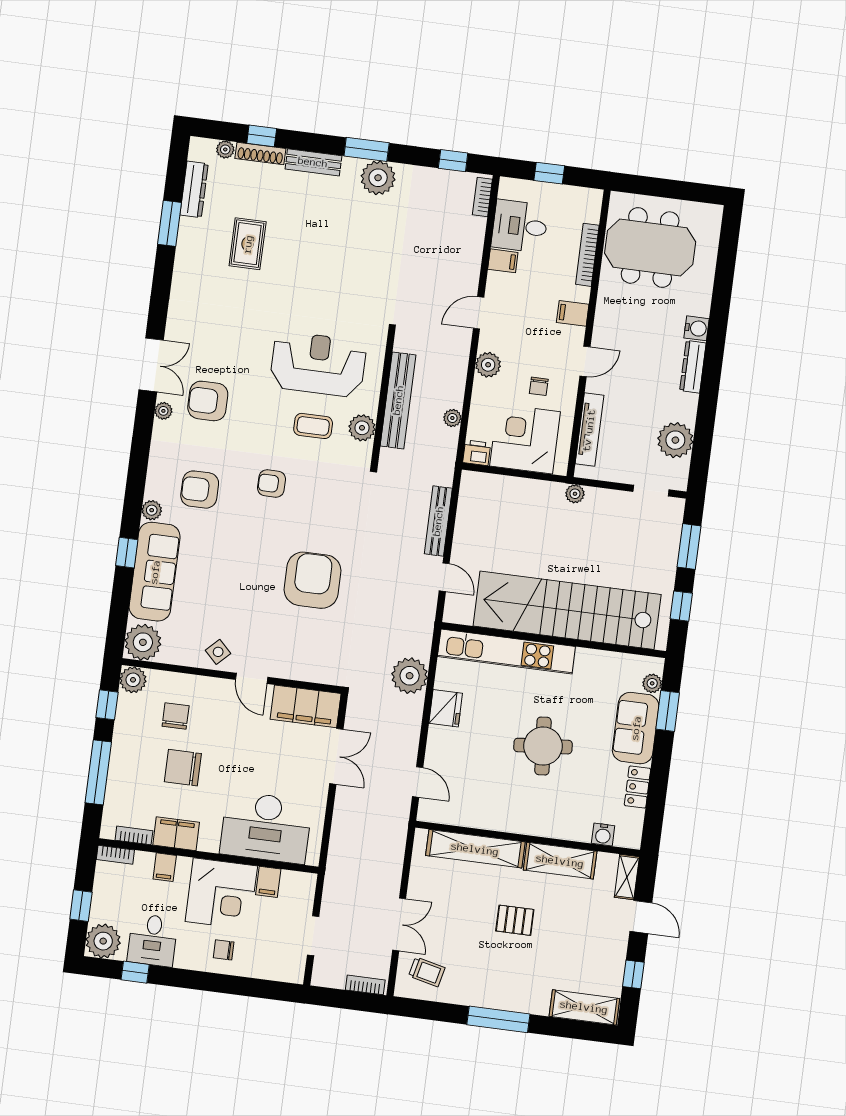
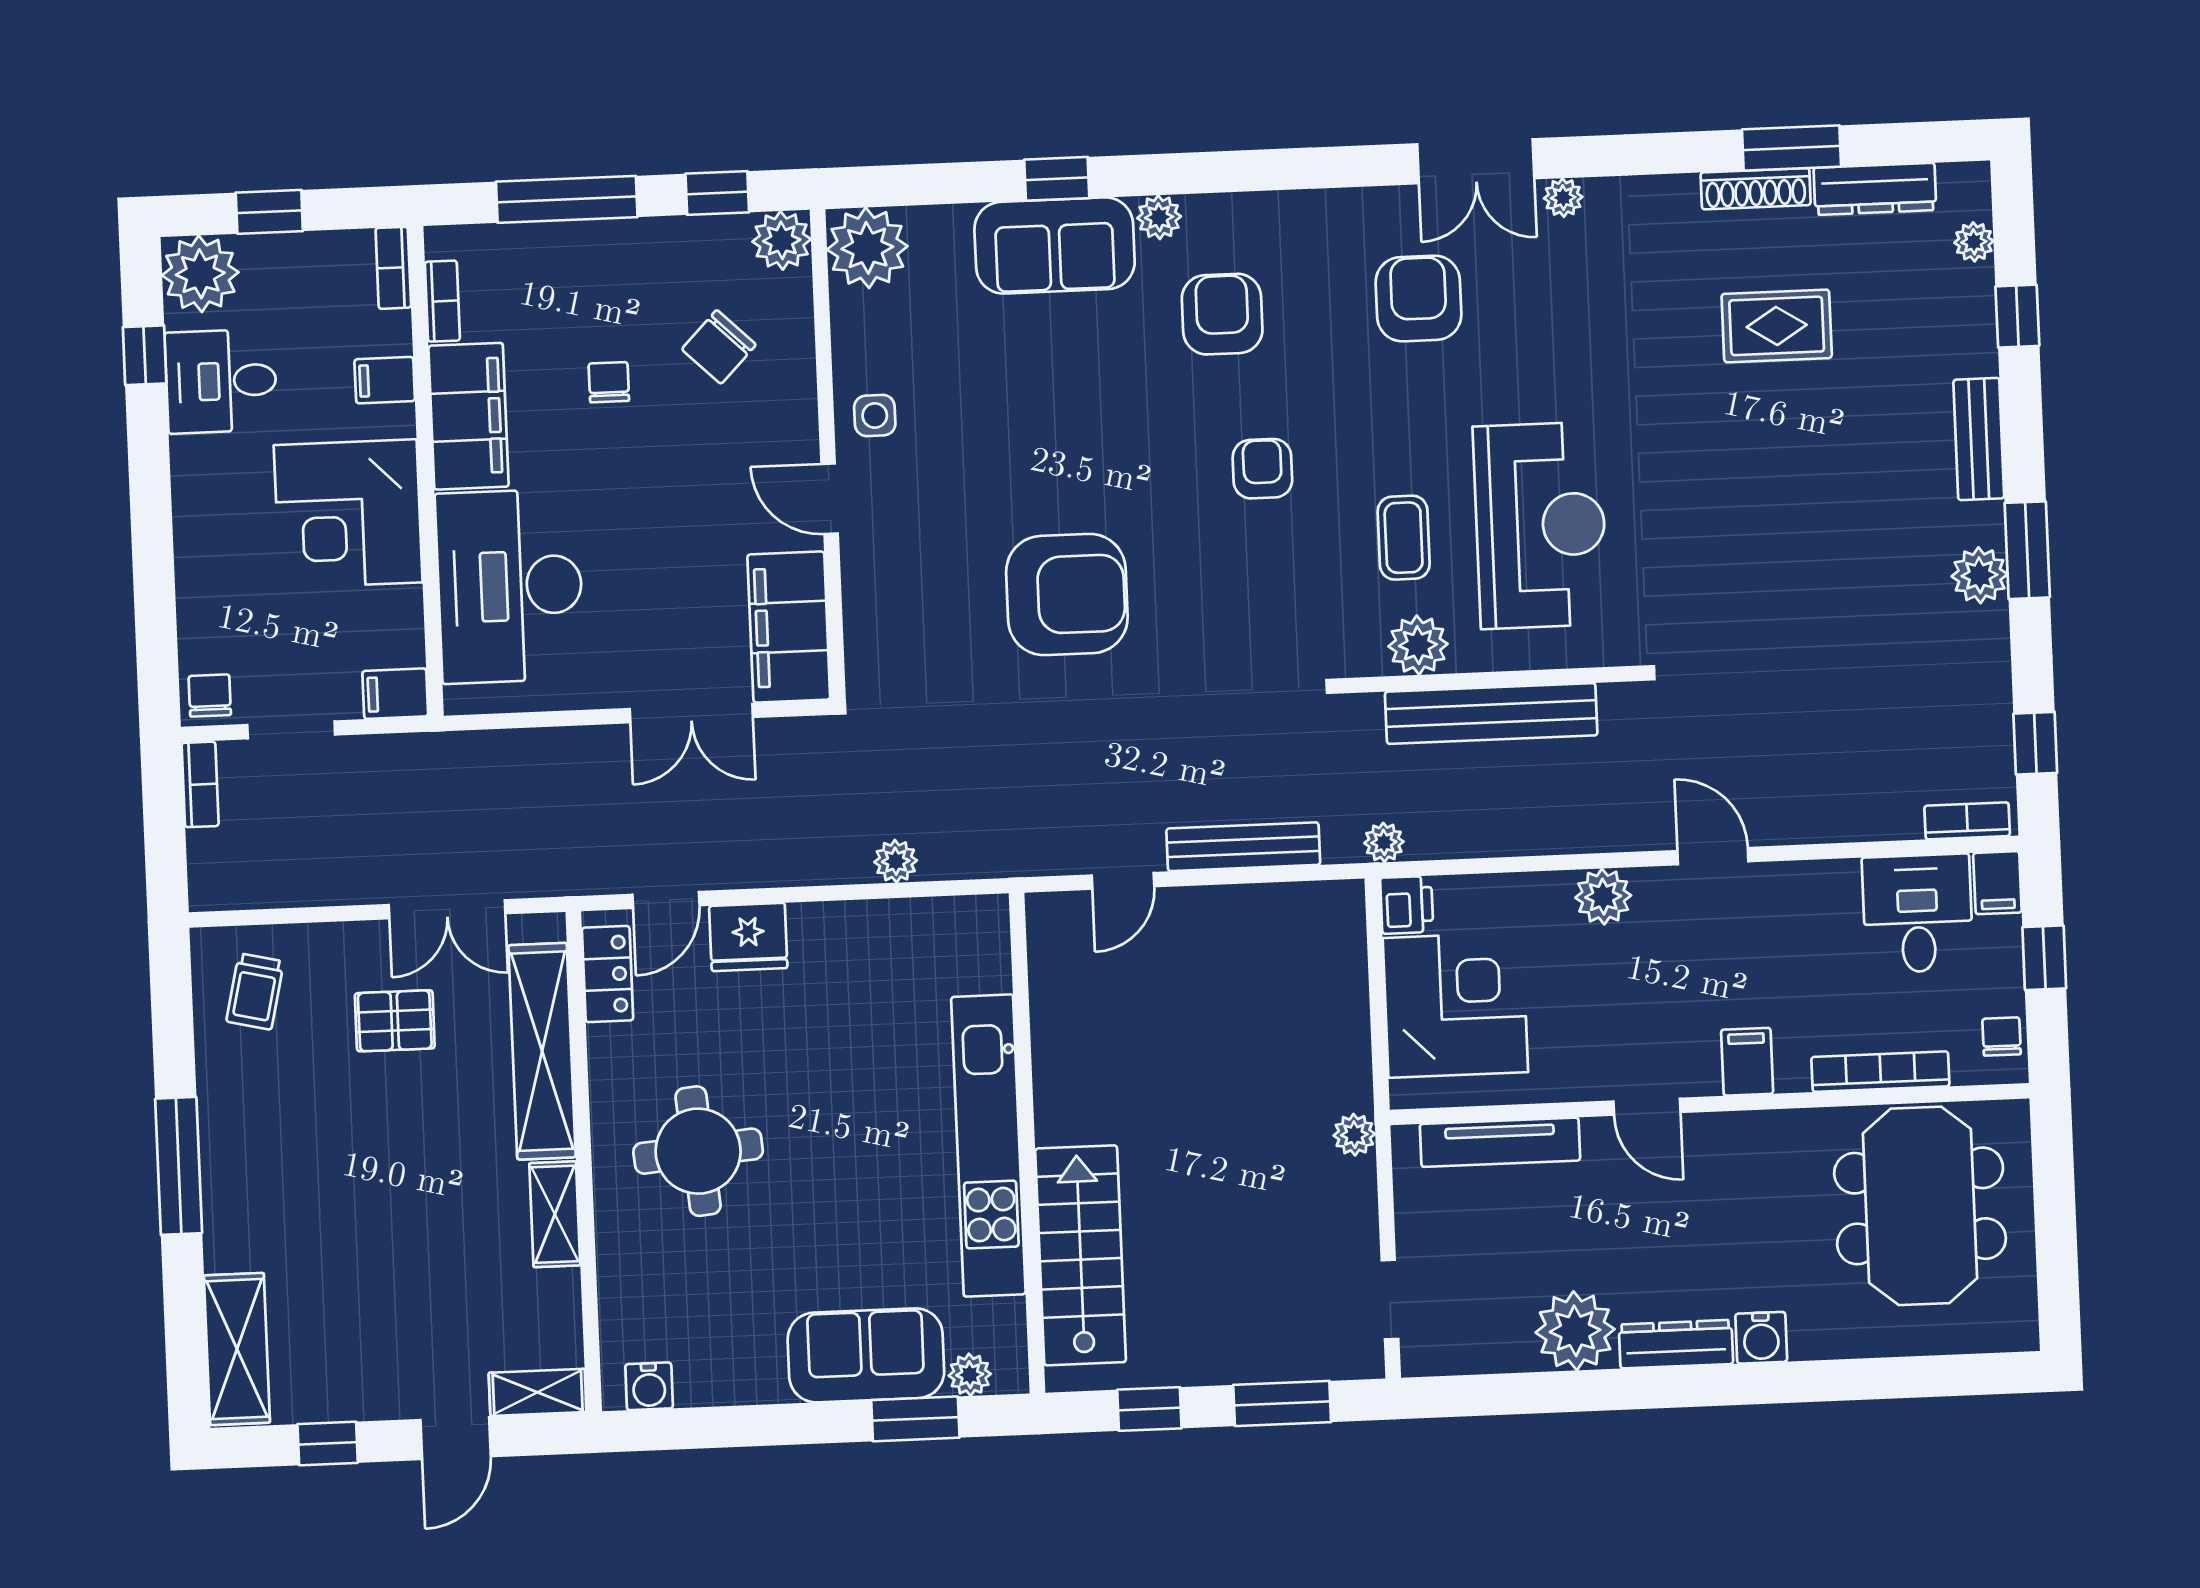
shoe rack: (260, 153) -> (1756, 189), moved, turned -90
plant: (378, 178) -> (1980, 575), width x0.73, depth x0.73
filing cabinet: (503, 261) -> (1997, 883), moved
chair: (539, 386) -> (2002, 1036), moved, turned 90
plant: (163, 411) -> (1563, 198), moved
plant: (452, 418) -> (1384, 842), moved
plant: (675, 440) -> (1575, 1331), moved
sofa: (155, 572) -> (1055, 245), width x0.73
stairs: (567, 610) -> (1081, 1255), width x0.54, depth x0.66
side table: (218, 652) -> (875, 416), turned 45
kitchen unit: (506, 652) -> (988, 1146), moved
plant: (410, 676) -> (896, 861), width x0.53, depth x0.53
door: (252, 678) -> (830, 499), hinge flipped
fridge: (446, 708) -> (748, 937), moved
chair: (176, 716) -> (719, 347), turned 134
round table: (543, 746) -> (698, 1151), moved
chair: (183, 768) -> (609, 382), width x0.54, depth x0.54
locker: (638, 787) -> (608, 974), moved, turned 90
filing cabinet: (176, 834) -> (469, 416), width x1.50, depth x1.17
water cooler: (603, 834) -> (649, 1386), moved, turned -90
shelving: (560, 861) -> (555, 1214), width x0.67, depth x0.75
filing cabinet: (268, 882) -> (395, 694), moved
pallet: (515, 920) -> (395, 1021), moved, turned 90
double door: (399, 924) -> (447, 909), moved
chair: (224, 950) -> (210, 696), moved
bookcase: (365, 985) -> (200, 784), moved

